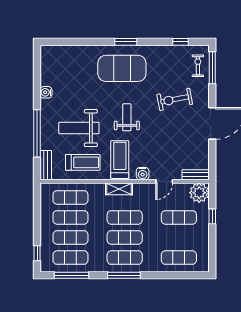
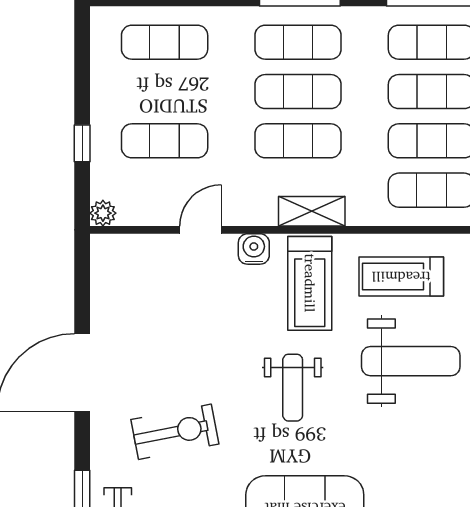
bench: (196, 175) -> (123, 246), removed
plant: (199, 193) -> (103, 213), width x0.53, depth x0.53

